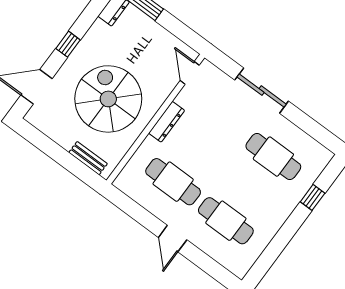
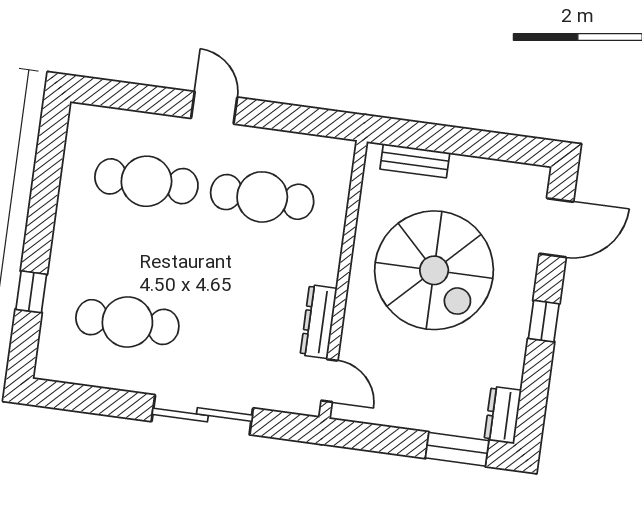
dresser: (167, 122) -> (319, 322), moved

